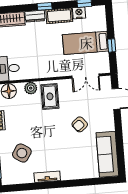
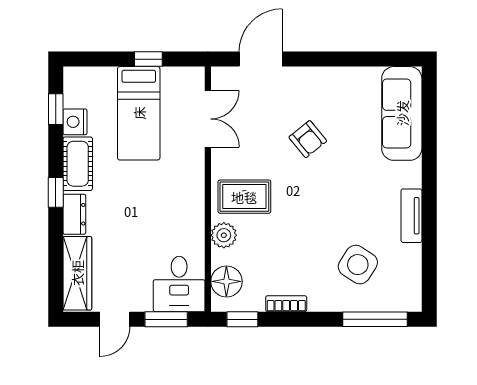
sofa: (107, 154) -> (402, 113), moved, turned 90

